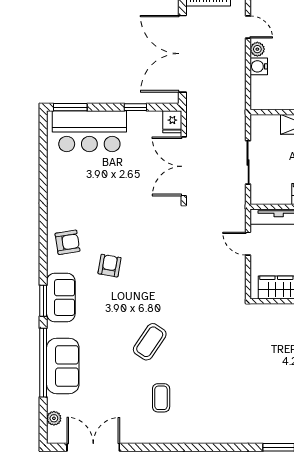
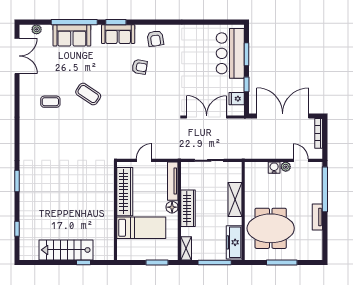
door: (248, 27) -> (301, 160), swing flipped
window: (70, 107) -> (247, 54), moved
fridge: (172, 122) -> (237, 99), moved
door: (248, 244) -> (144, 160), moved

